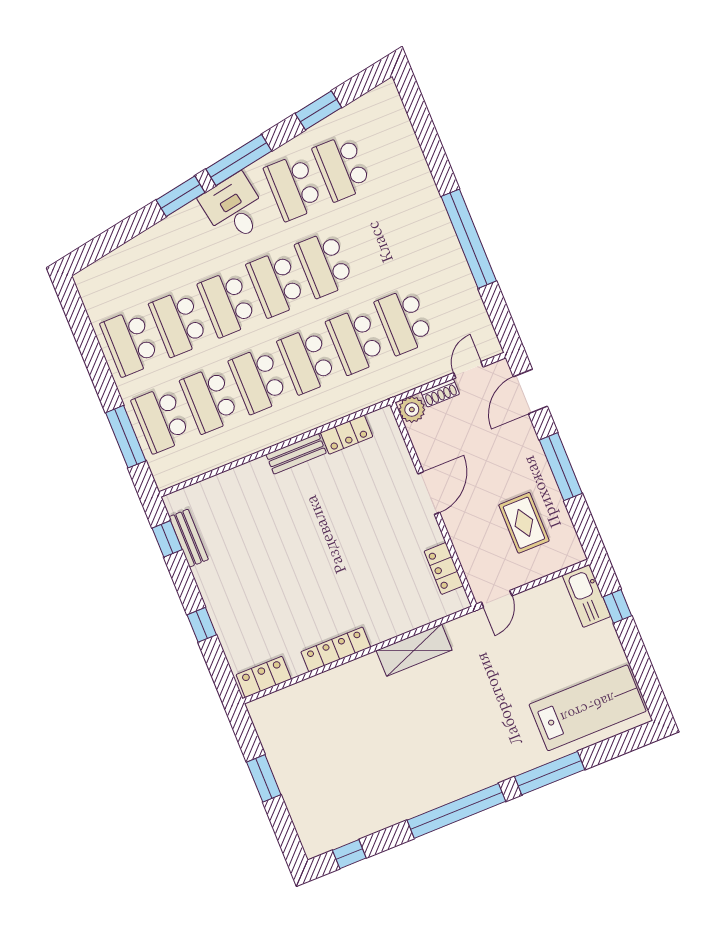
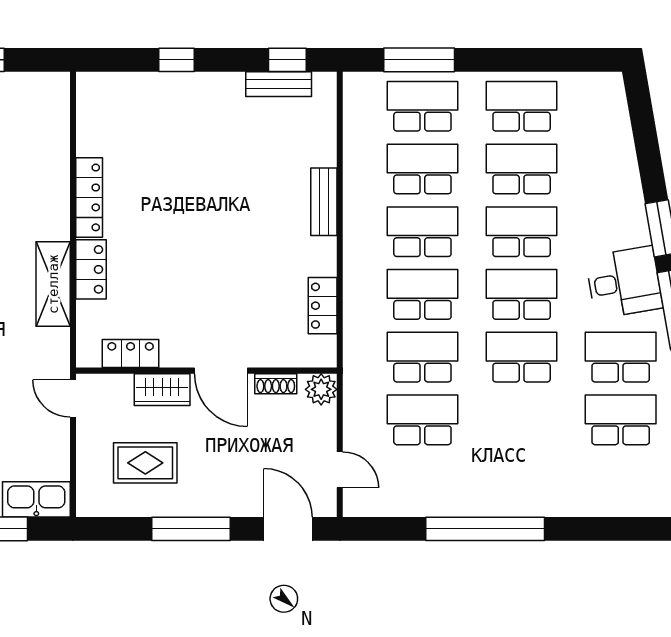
shoe rack: (440, 393) -> (276, 384), moved, turned -90
bench: (296, 454) -> (324, 202), moved
wardrobe: (462, 533) -> (162, 390), added
locker: (264, 677) -> (91, 269), moved

